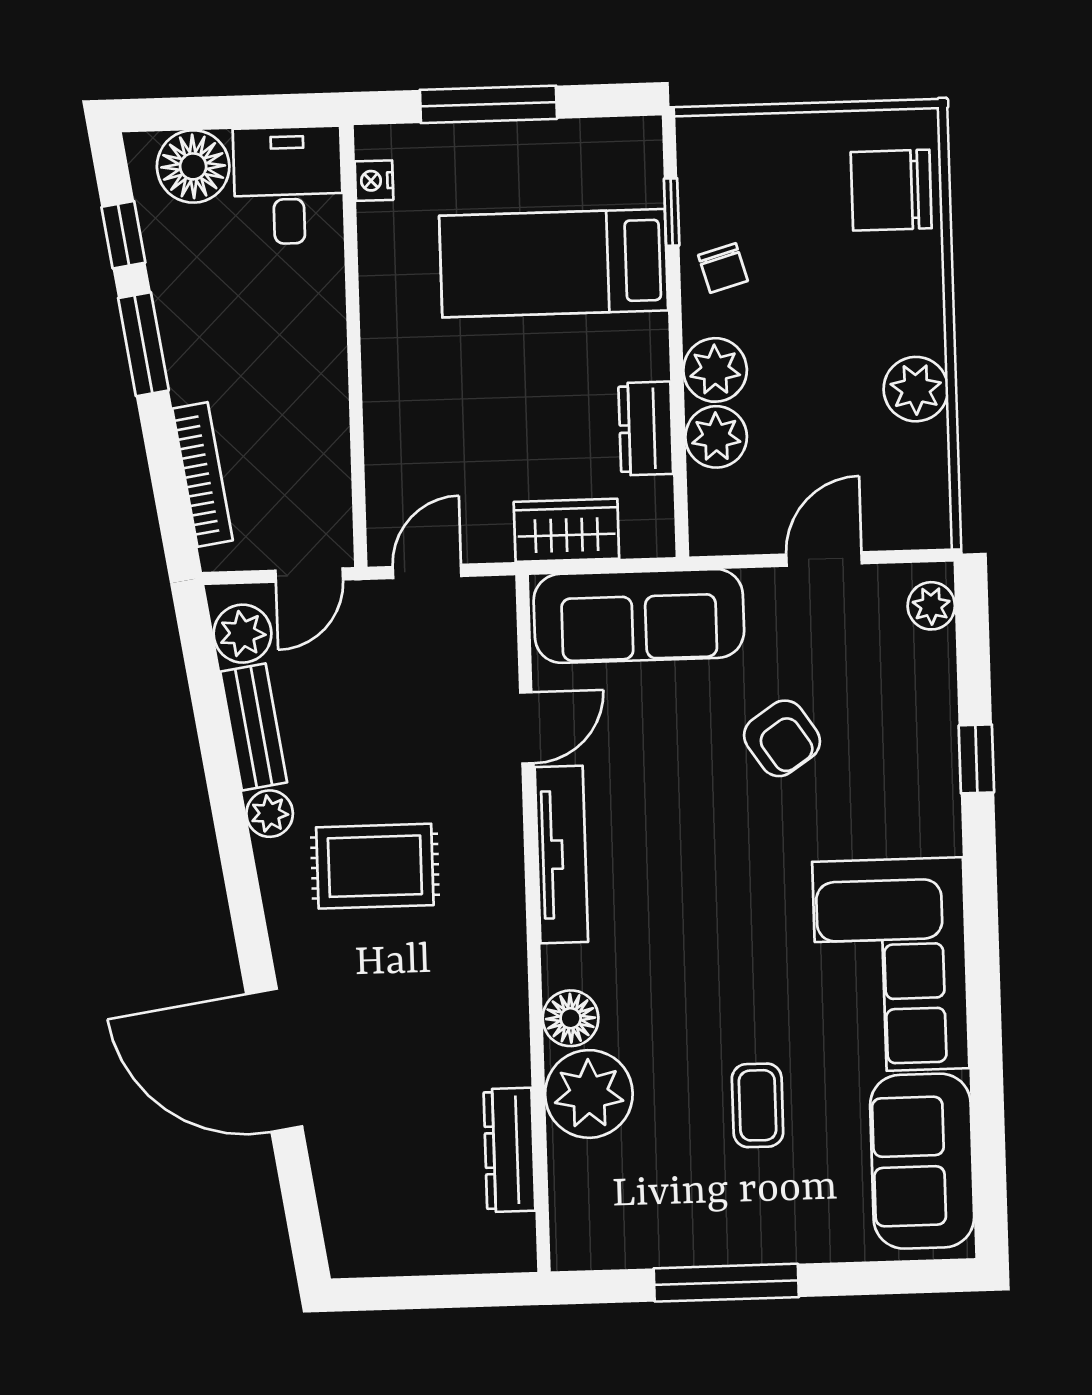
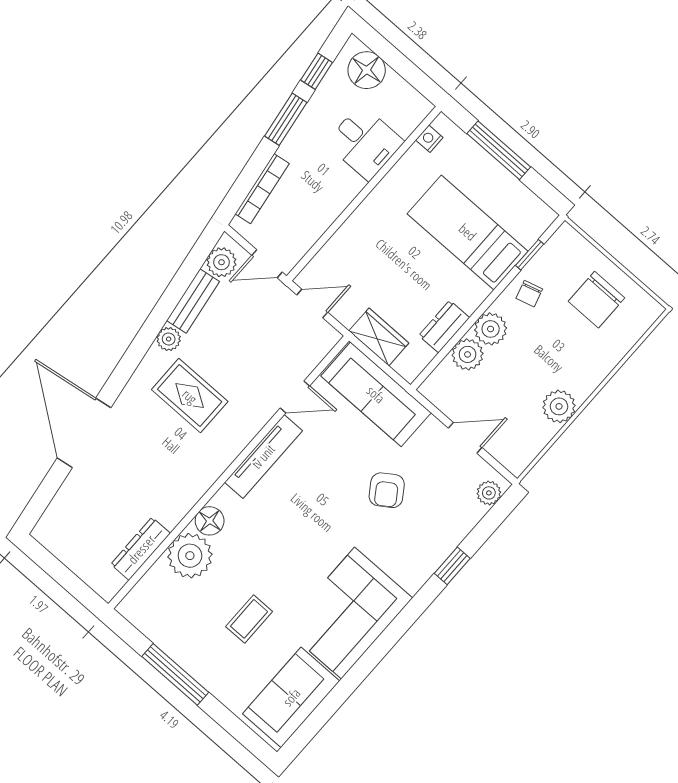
desk: (288, 185) -> (365, 142), moved, turned 90
chair: (891, 190) -> (597, 300), moved, turned -90

